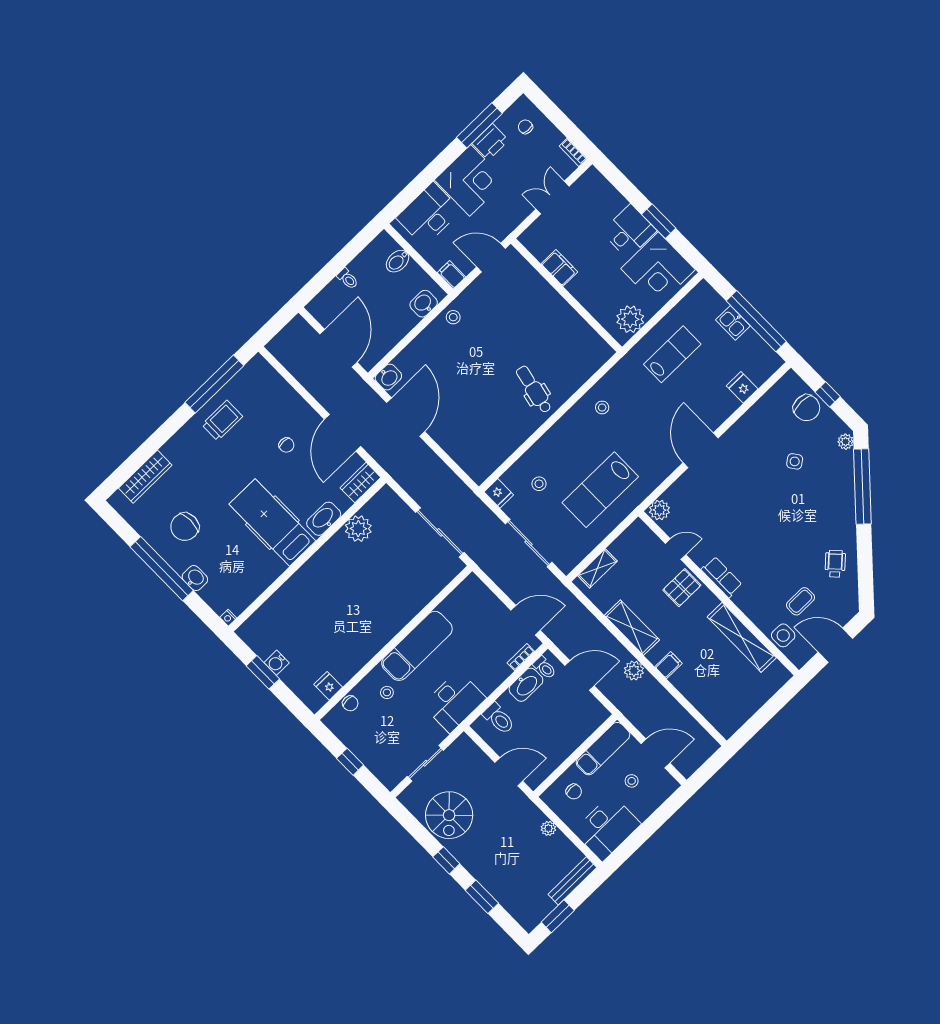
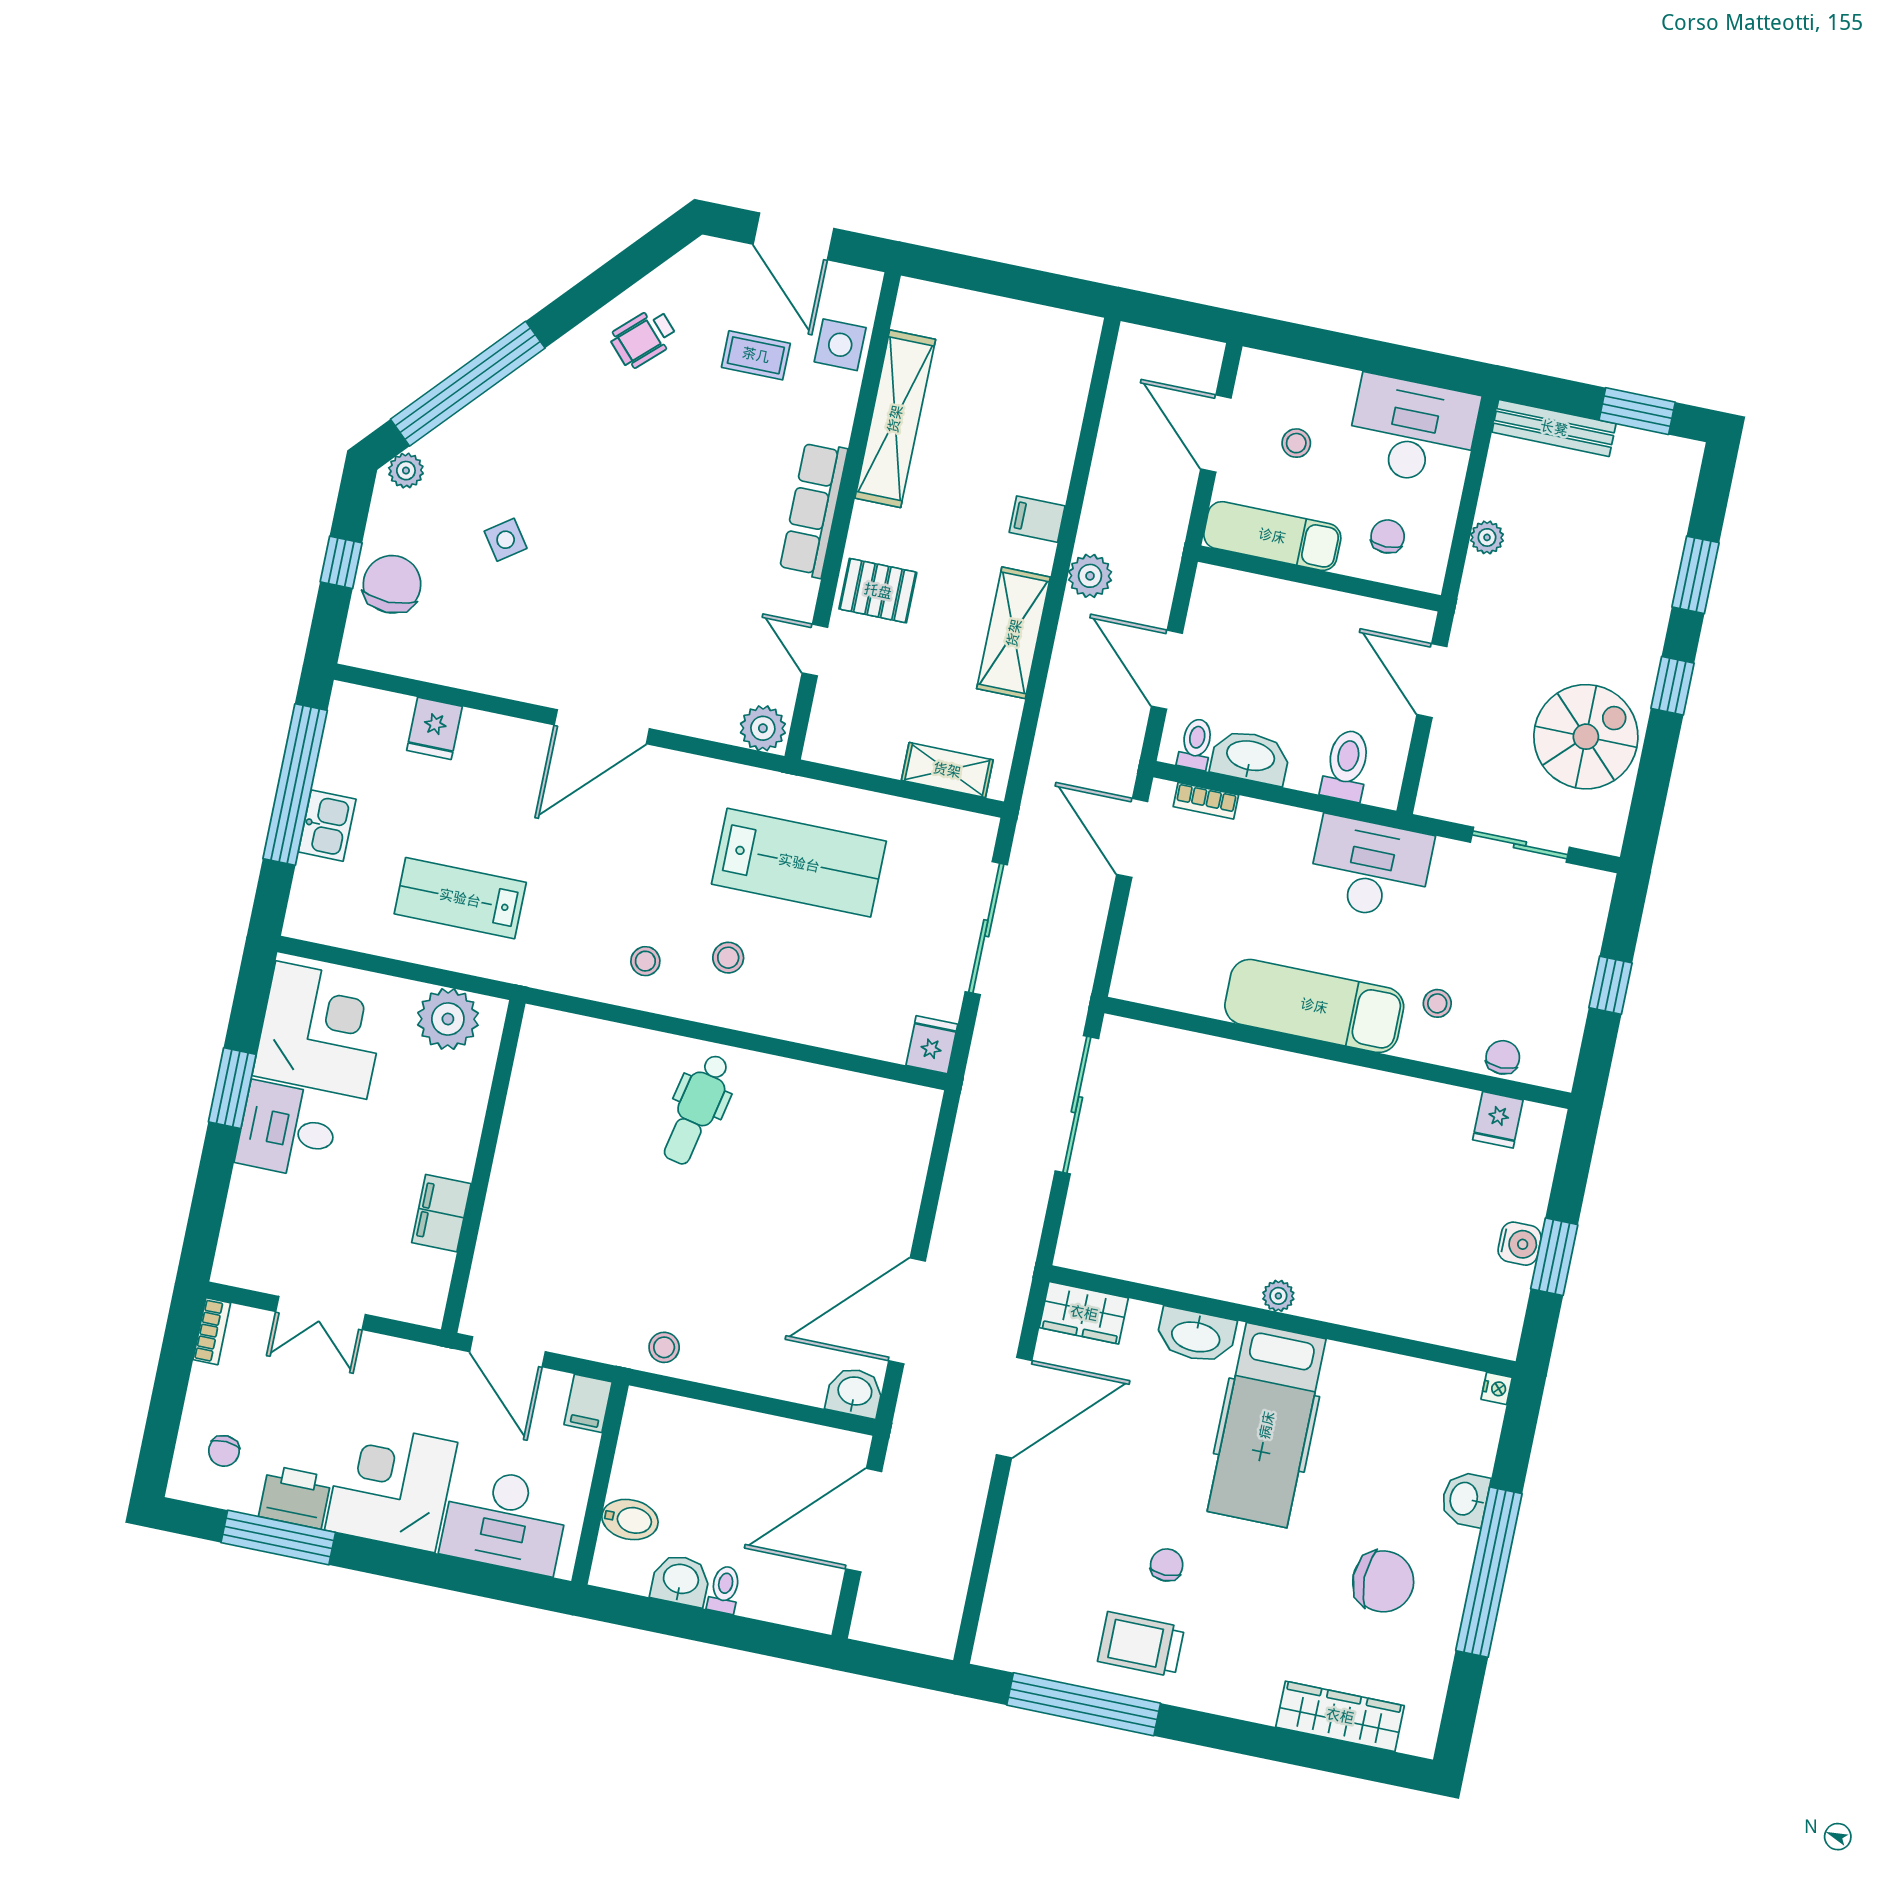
washbasin: (424, 304) -> (681, 1580), moved, turned 180
chair: (286, 445) -> (1167, 1565), moved
stool: (539, 484) -> (728, 958), moved
plant: (358, 529) -> (1278, 1296), moved, width x0.53, depth x0.53
row of seats: (722, 577) -> (814, 509), width x1.48

